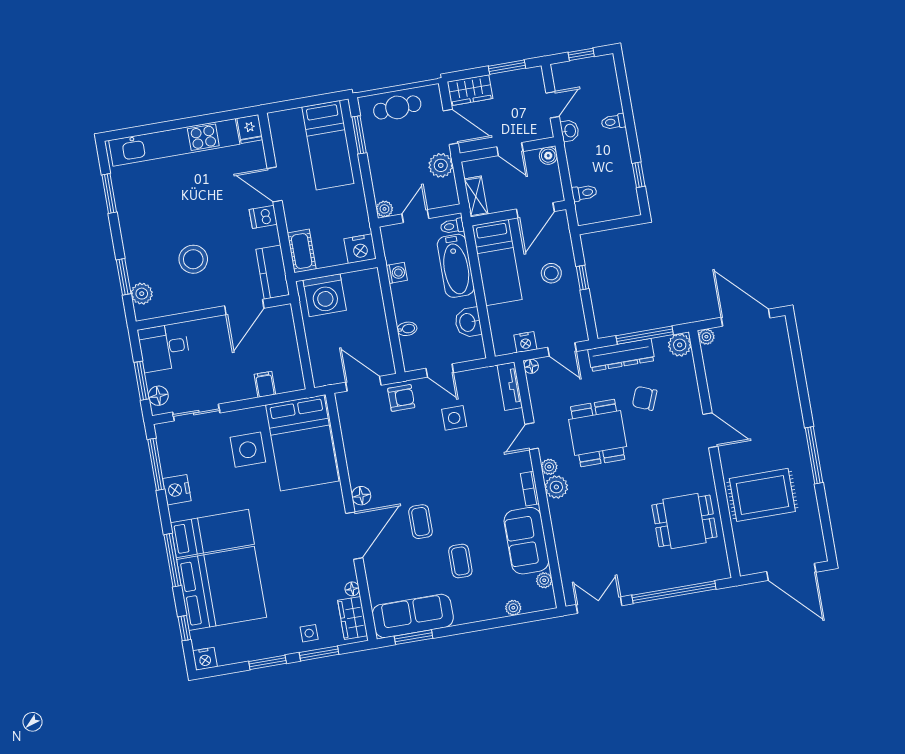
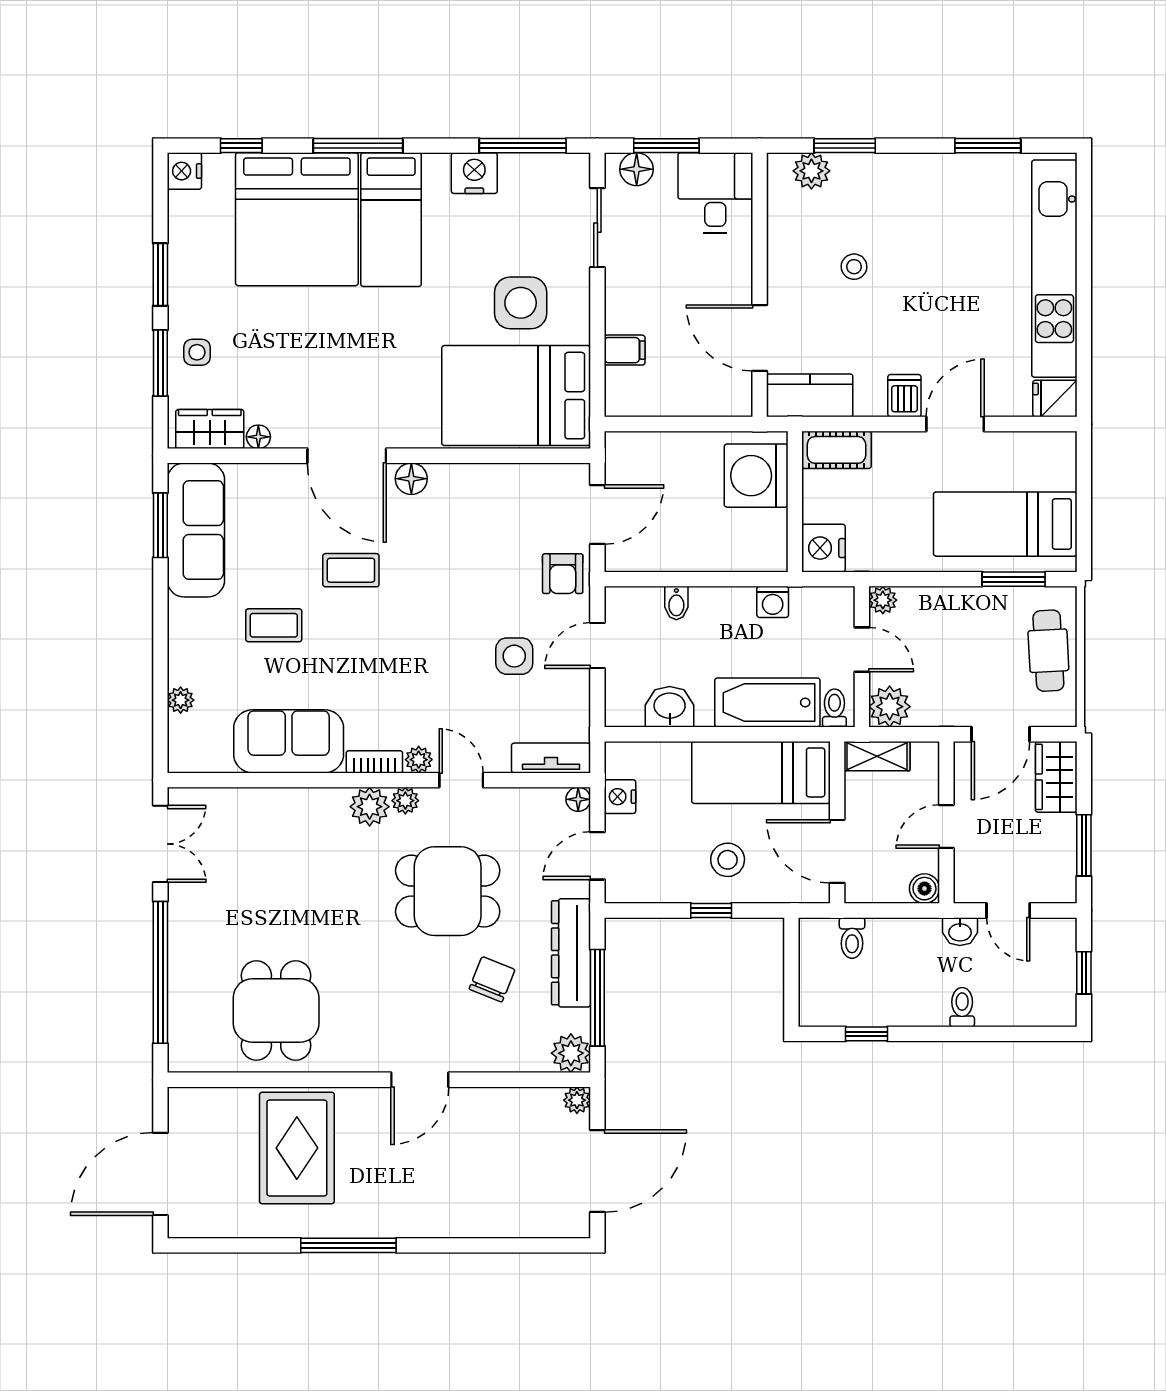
plant: (441, 165) -> (890, 707), moved
stool: (193, 259) -> (854, 267), width x0.53, depth x0.53
plant: (544, 580) -> (419, 760), moved

